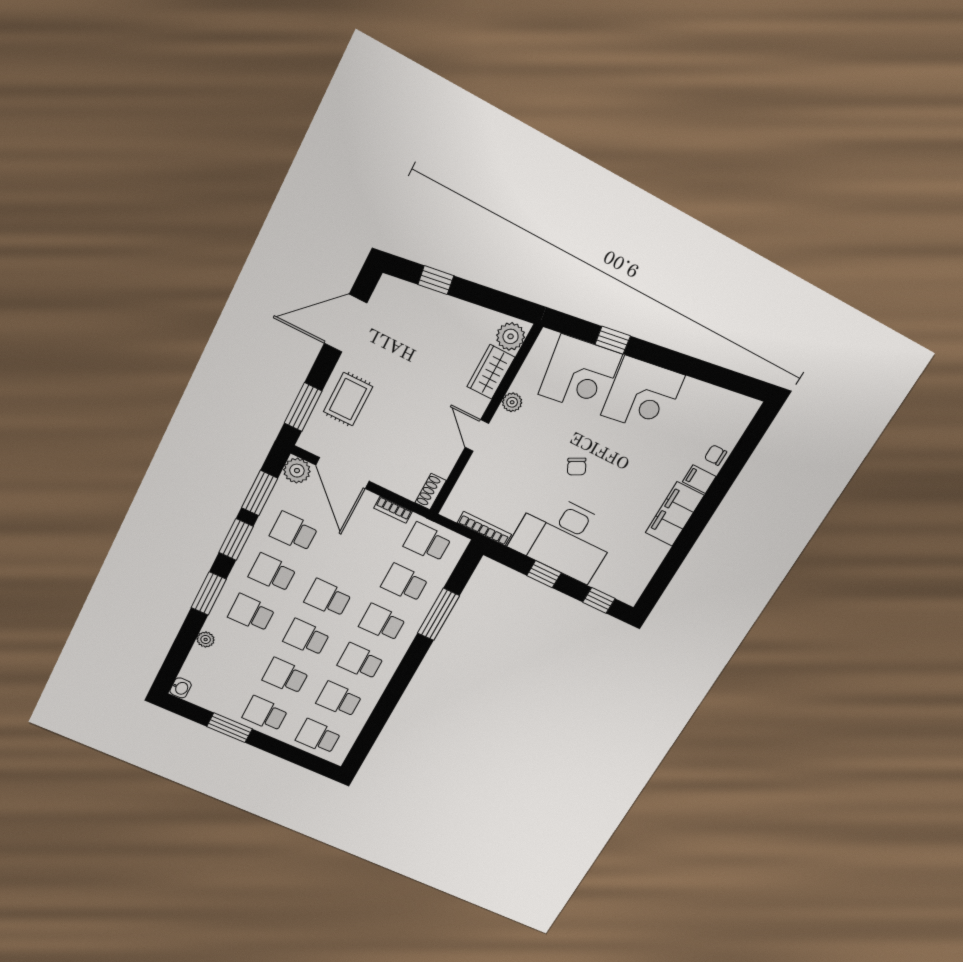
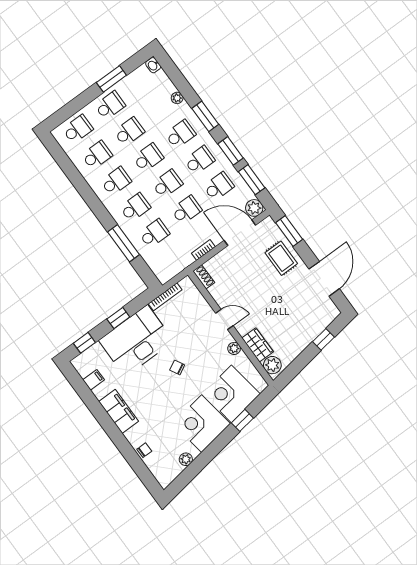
plant: (705, 393) -> (186, 459), added
filing cabinet: (699, 479) -> (94, 380), moved
school desk: (427, 542) -> (186, 210), moved

